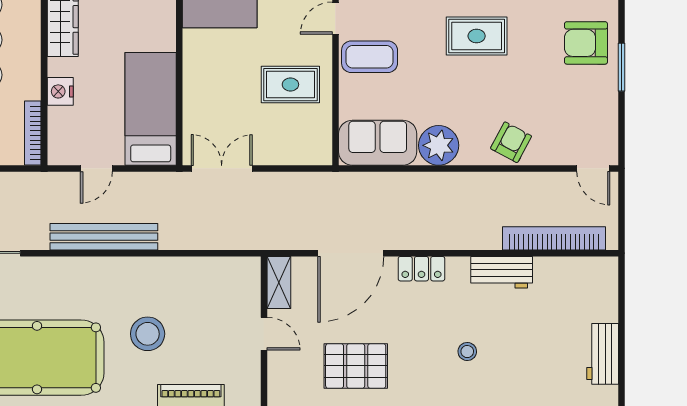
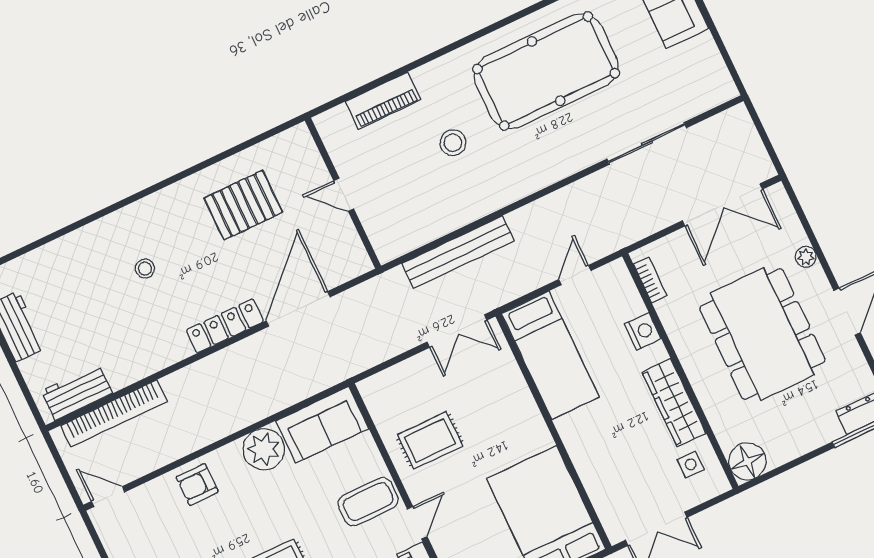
bookcase: (33, 133) -> (650, 280), width x0.64
armchair: (511, 142) -> (197, 485), turned 62
bench: (104, 237) -> (458, 252), moved
locker: (421, 269) -> (225, 326), width x1.53
workbench: (502, 272) -> (77, 392), moved
shelving: (279, 282) -> (353, 249), removed
stool: (148, 334) -> (453, 143), width x0.73, depth x0.73

